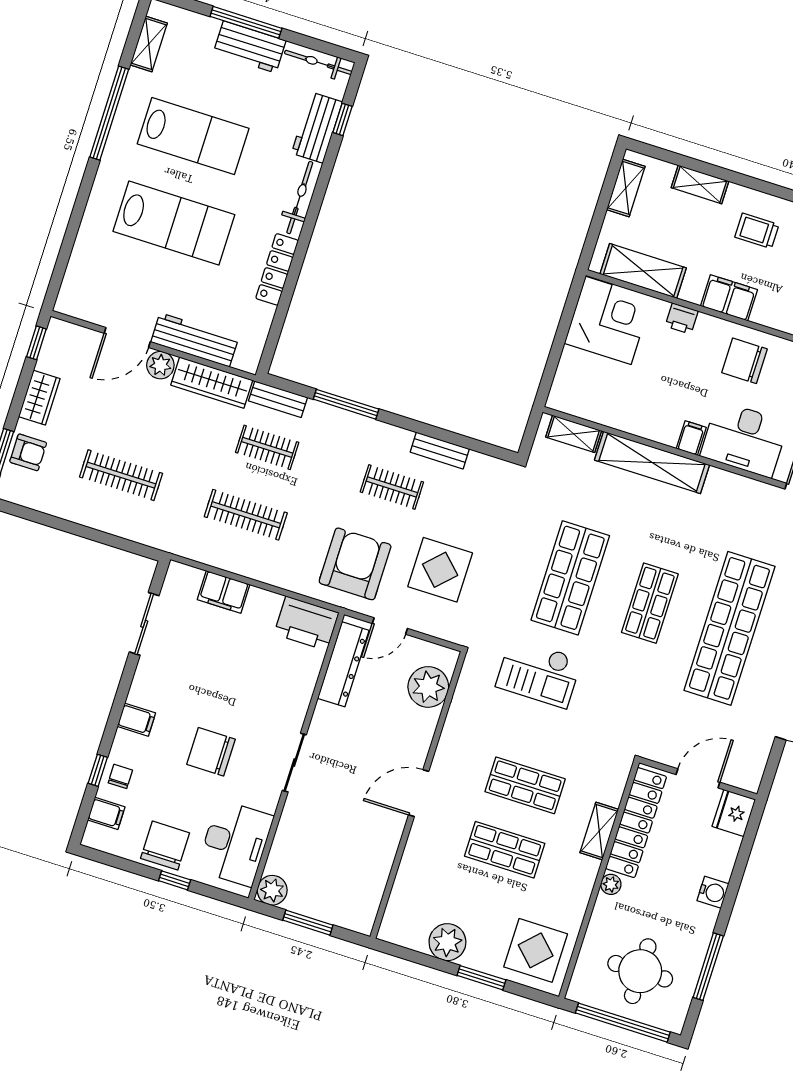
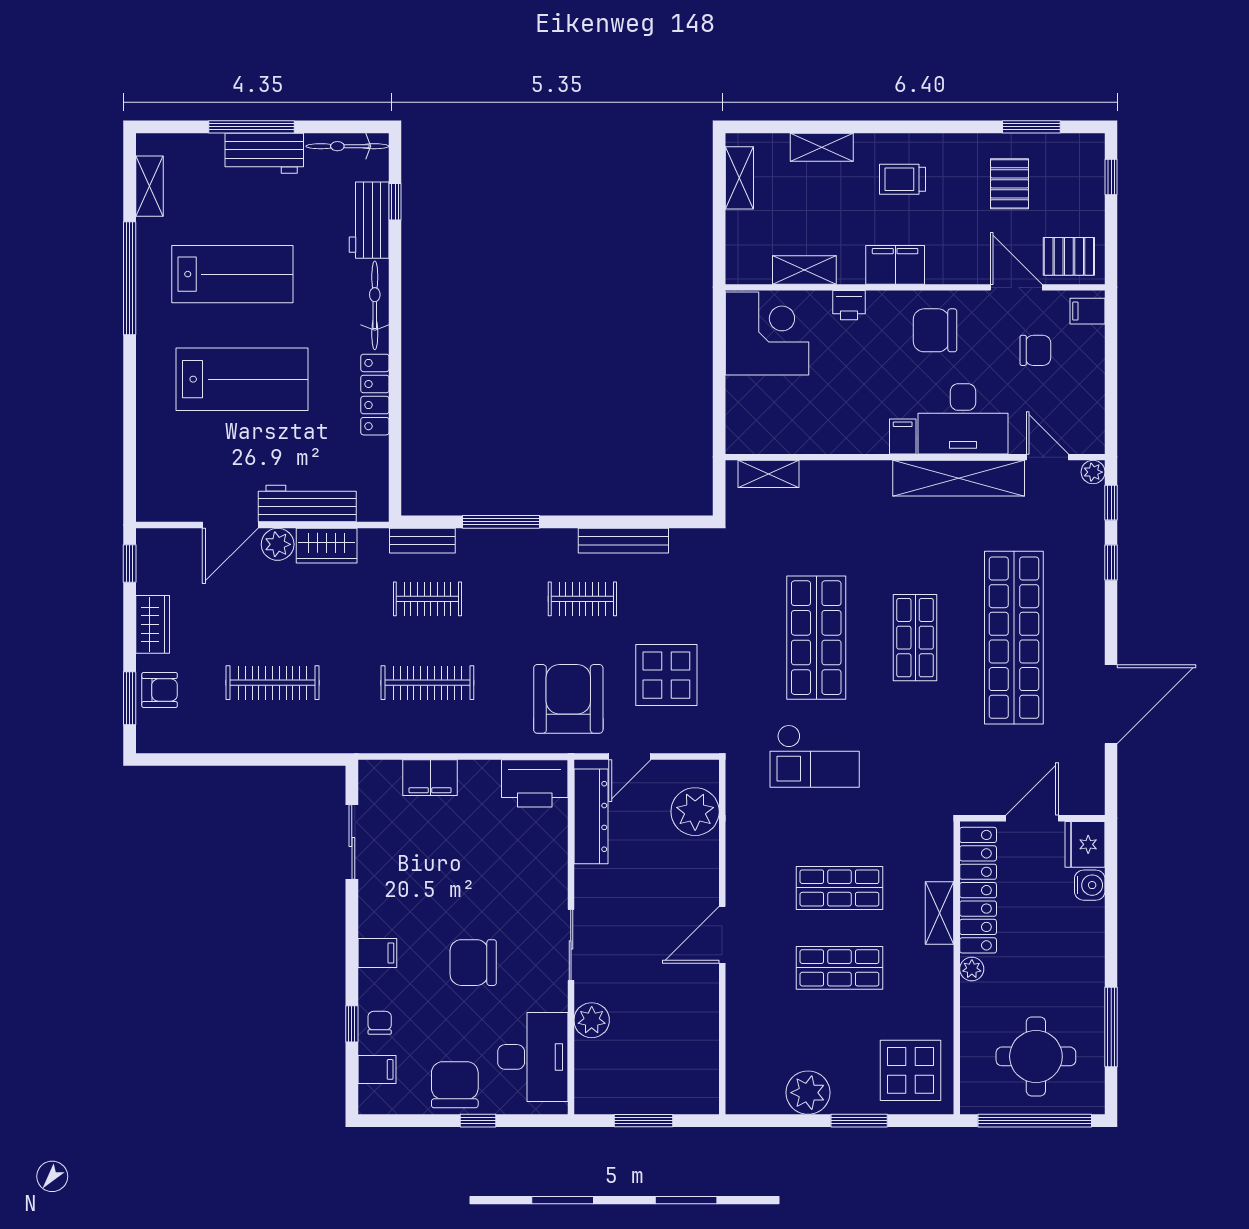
shelving: (643, 271) -> (804, 270), width x0.67, depth x0.75
wardrobe: (212, 383) -> (327, 546), width x0.67
bench: (440, 451) -> (623, 541), width x1.36
shelving: (652, 462) -> (959, 478), moved
plant: (272, 890) -> (592, 1020), moved
water cooler: (713, 892) -> (1090, 885), moved

